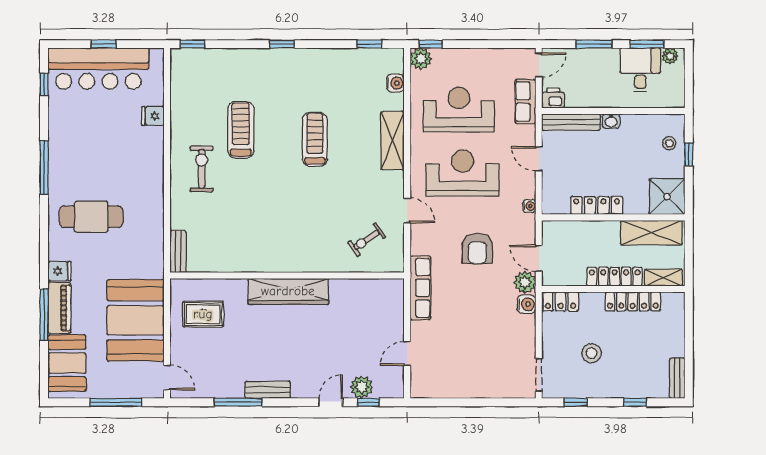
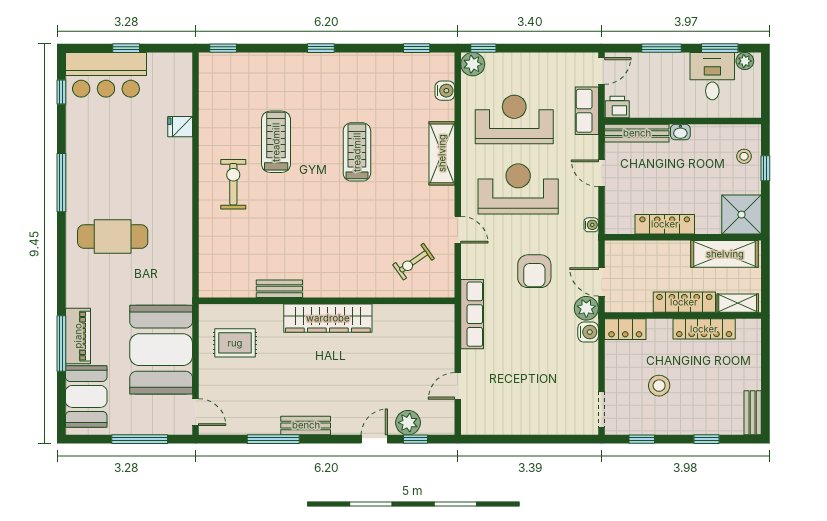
bar counter: (98, 69) -> (106, 75), width x0.73
bench: (178, 251) -> (279, 289), moved, turned 90
fridge: (60, 271) -> (78, 296), removed

